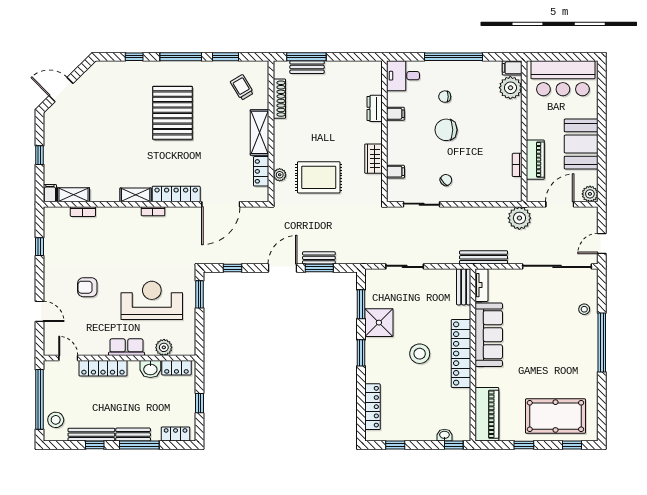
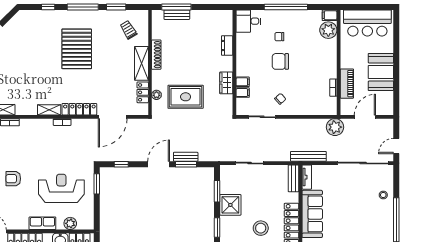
shoe rack: (279, 99) -> (156, 55), moved
filing cabinet: (395, 114) -> (243, 82), moved
plant: (590, 194) -> (387, 109), removed

